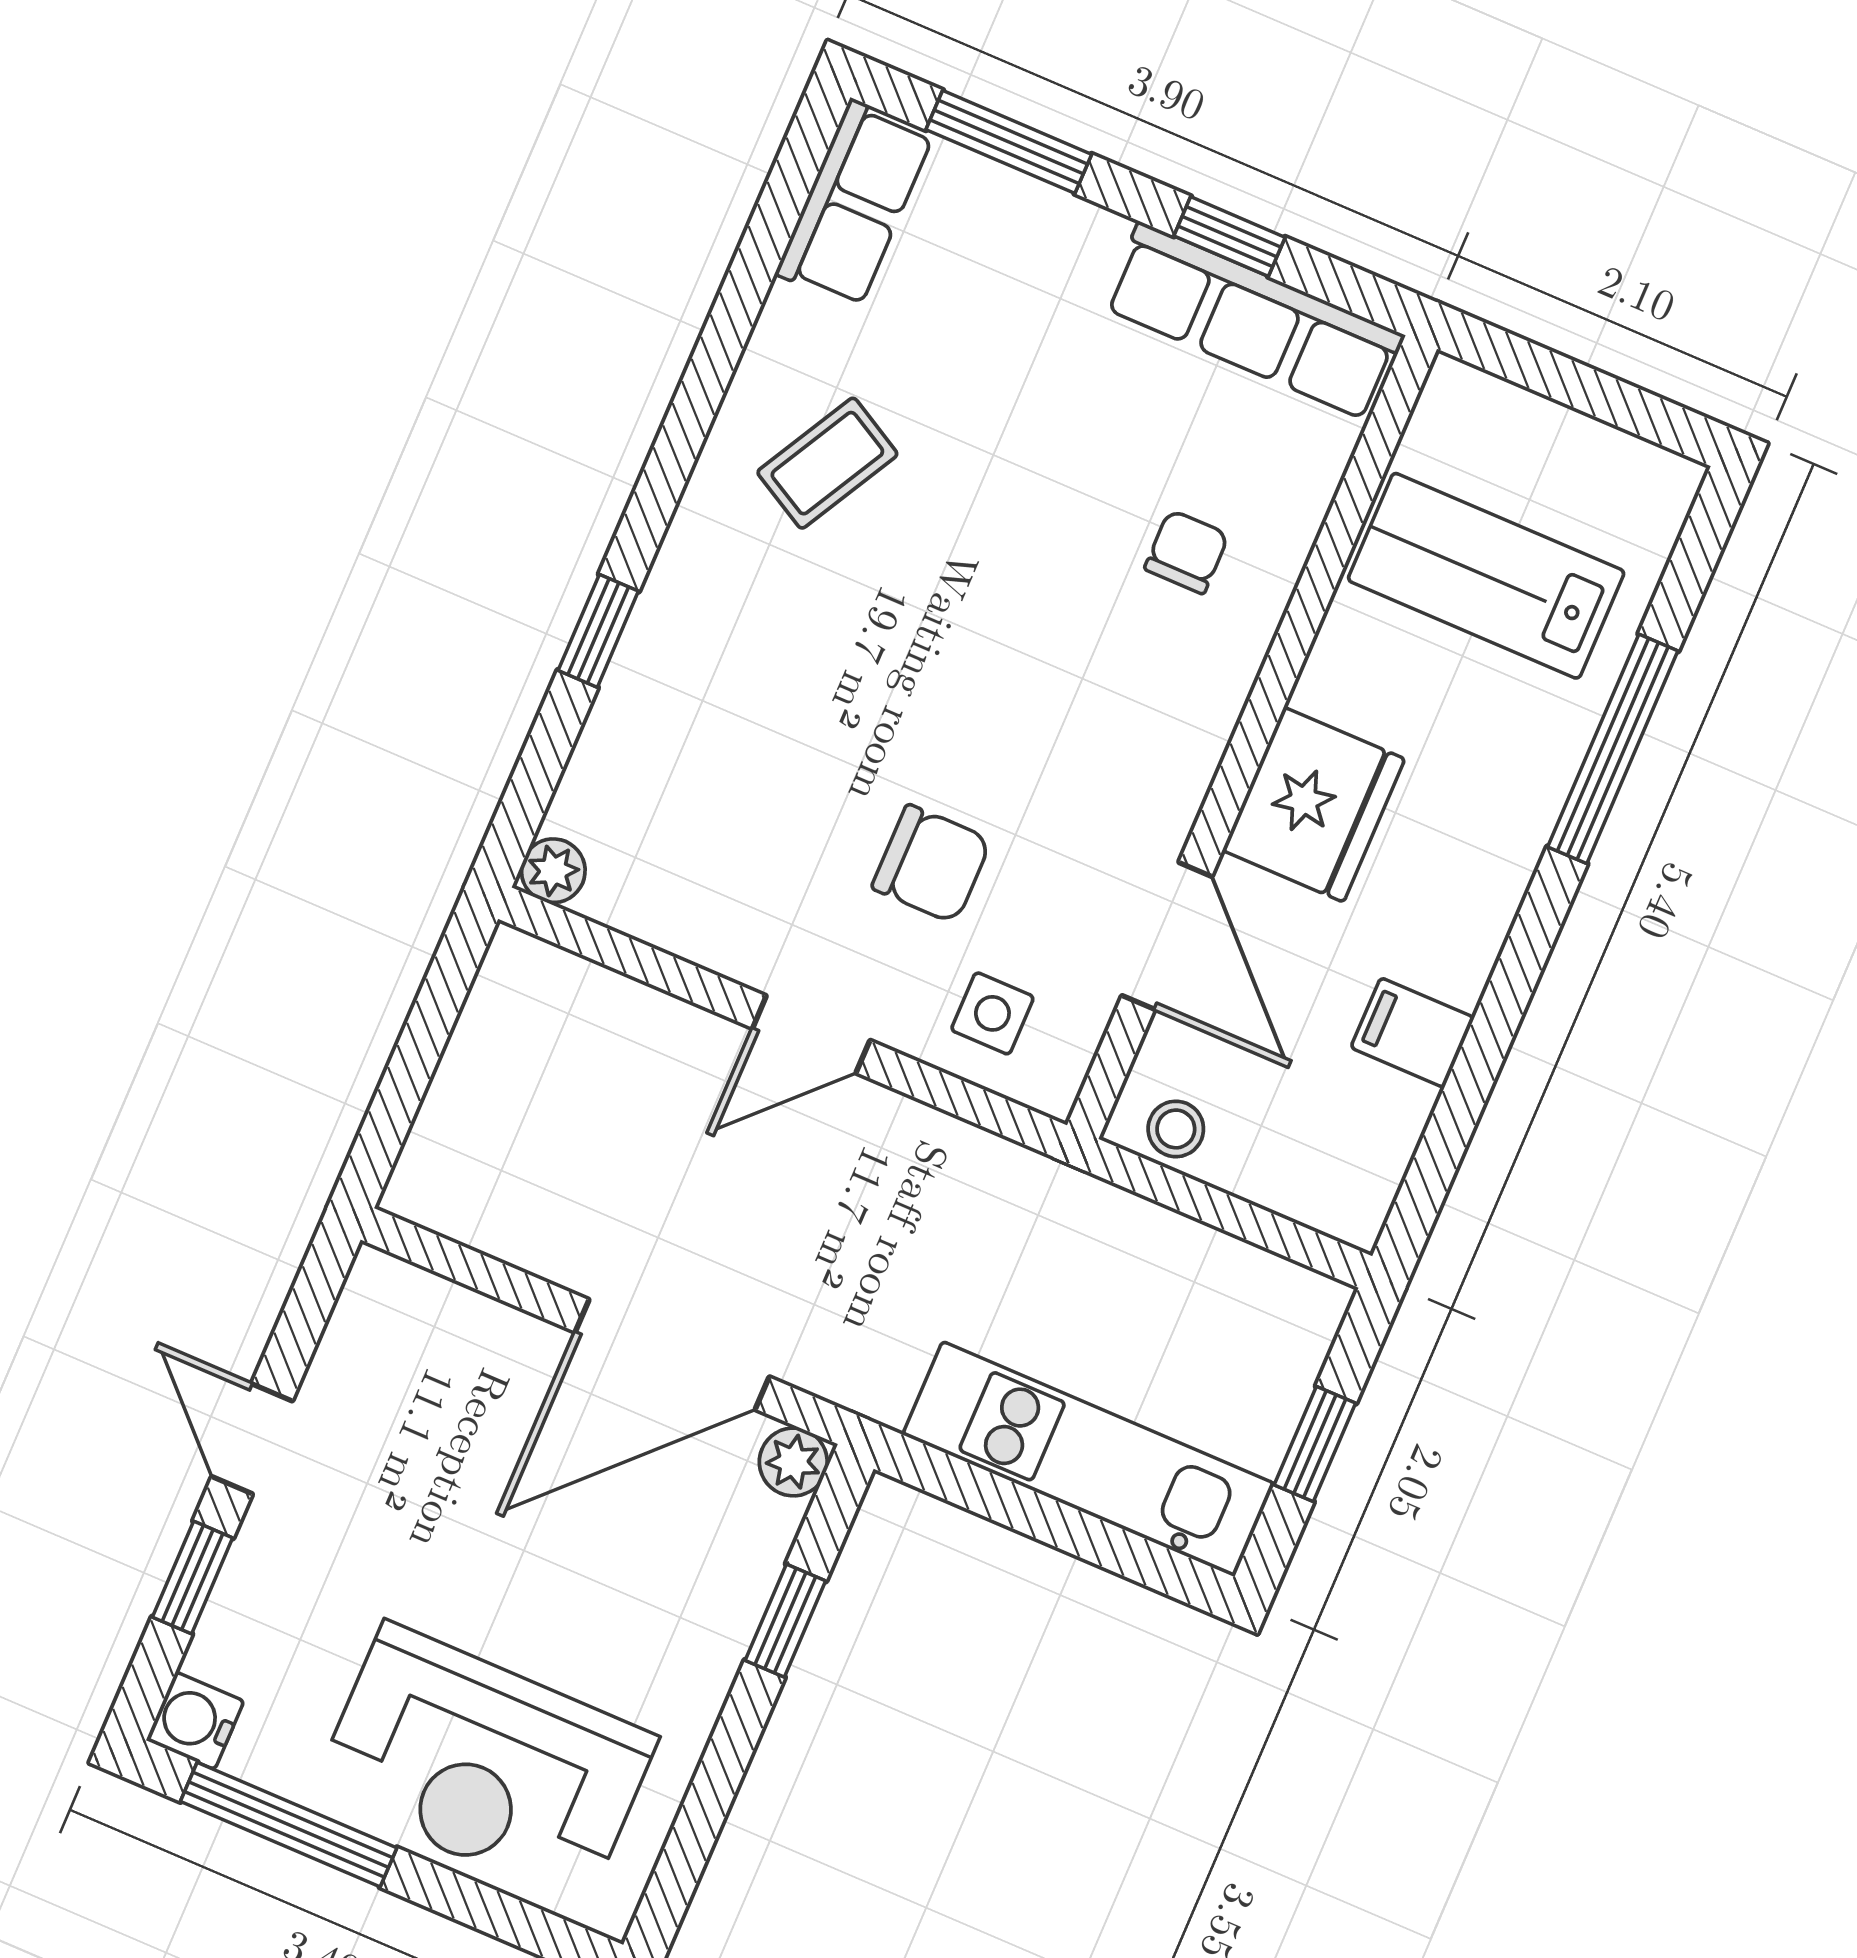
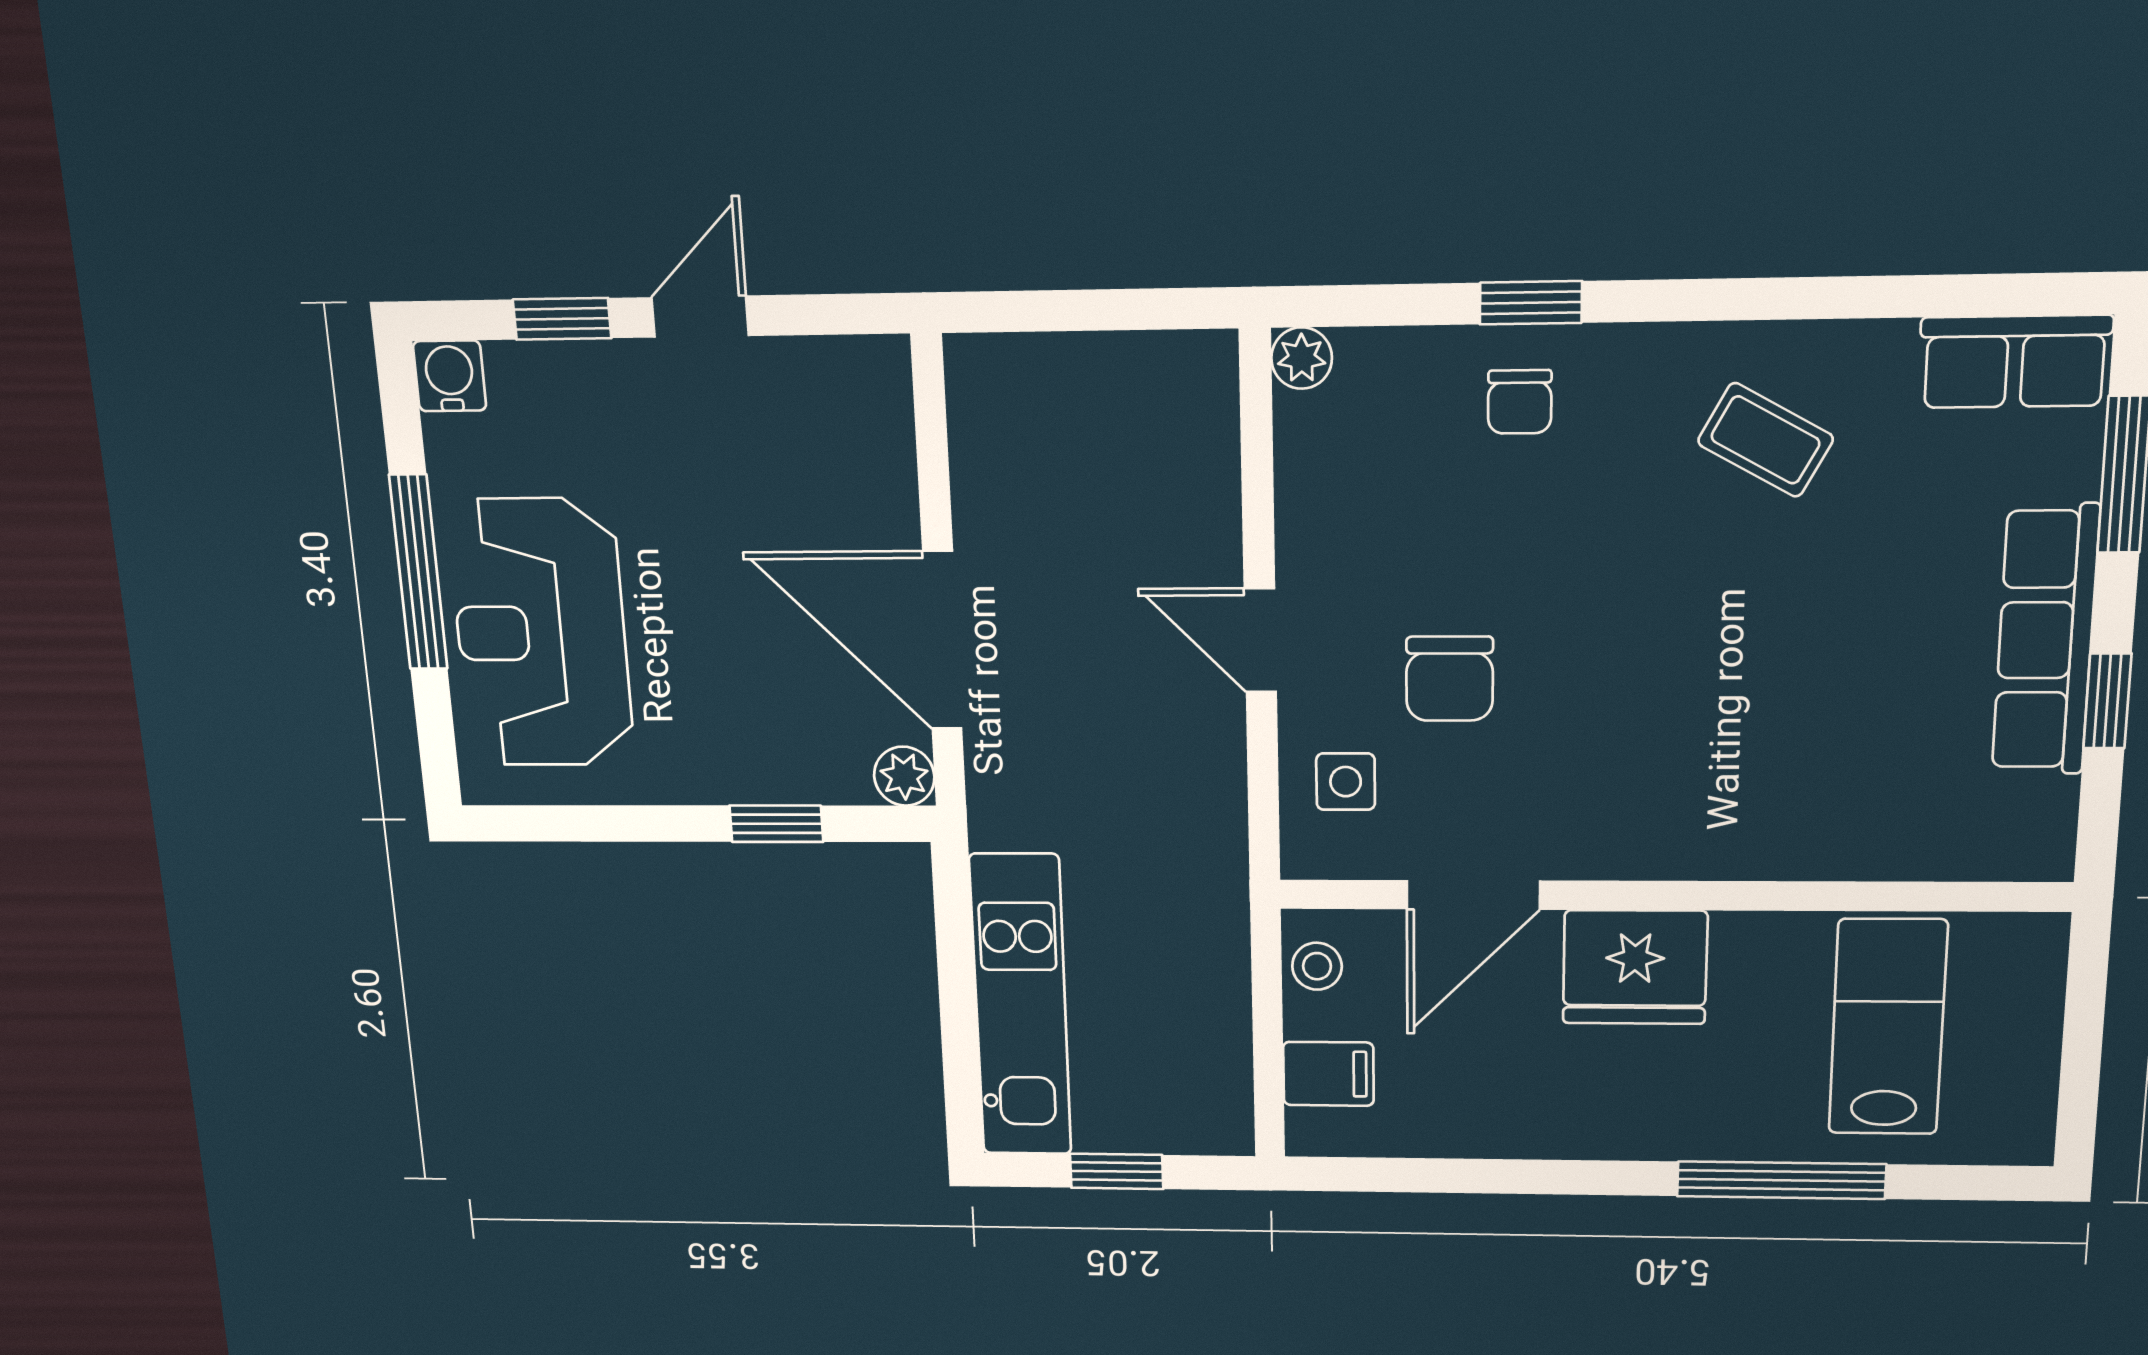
row of seats: (1254, 321) -> (2045, 640), moved
chair: (1187, 552) -> (1520, 402), moved, turned 90
filing cabinet: (1412, 1033) -> (1328, 1074), moved, turned 90
window: (289, 1825) -> (418, 572), moved

